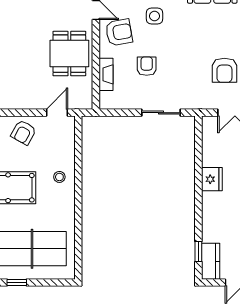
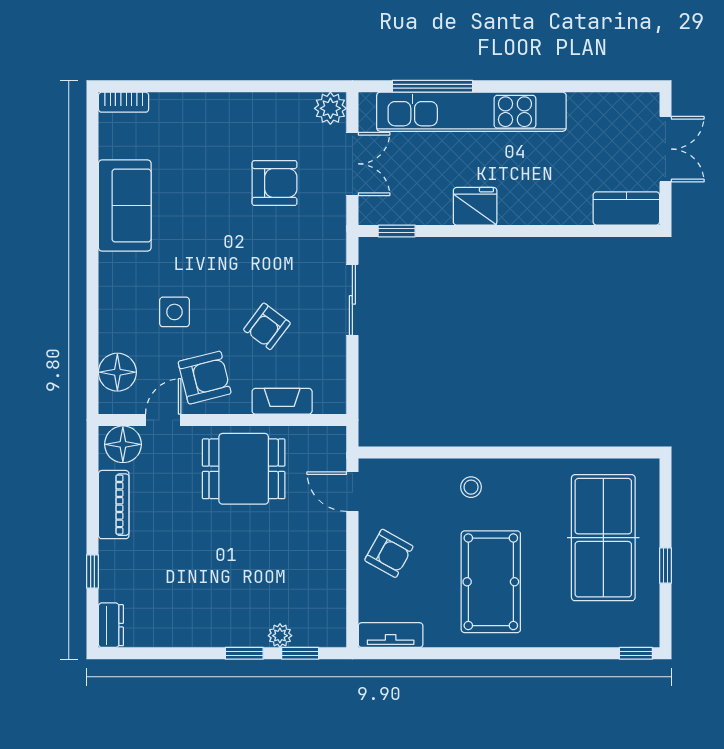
armchair: (119, 32) -> (205, 378), turned 86
armchair: (147, 66) -> (267, 326), turned -53
window: (198, 252) -> (397, 231), moved

